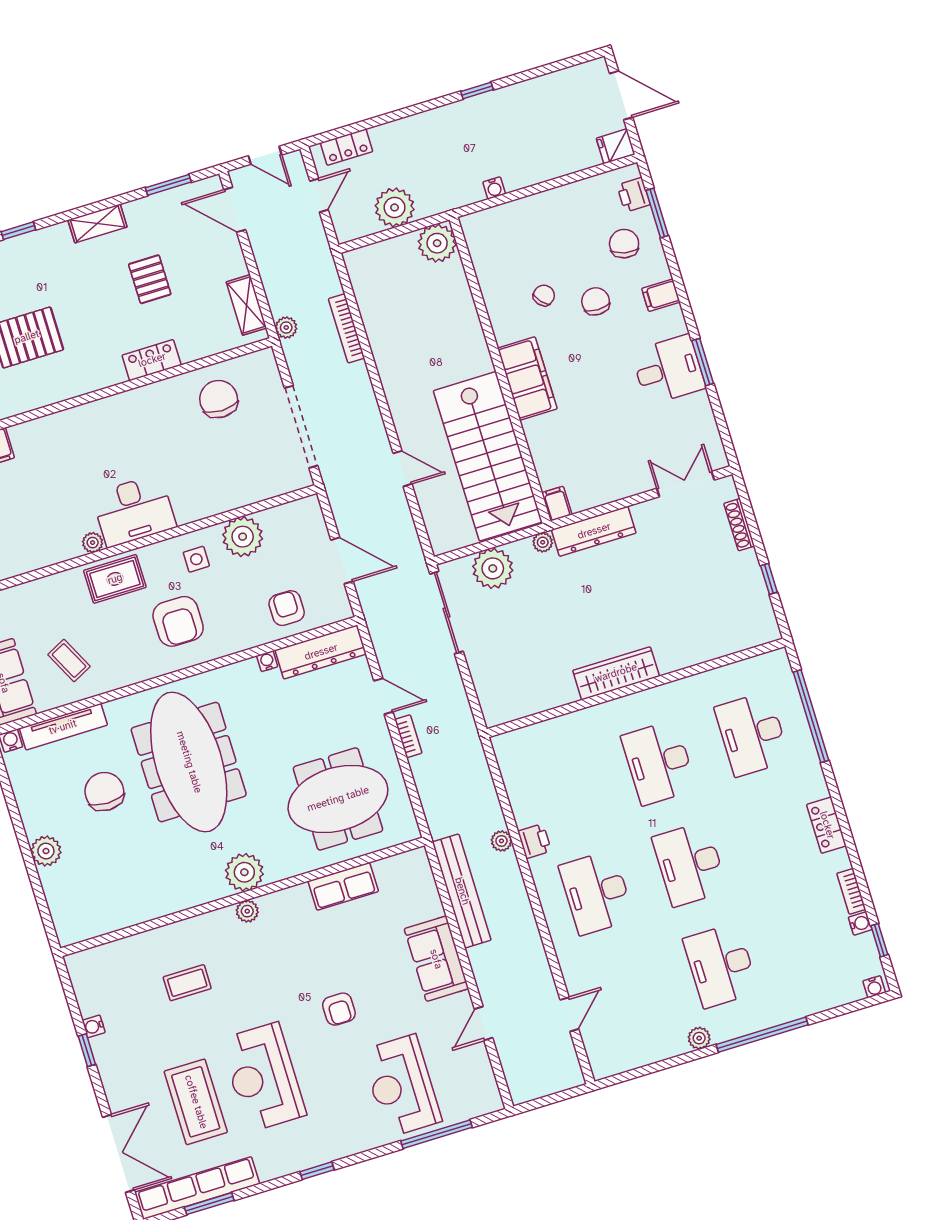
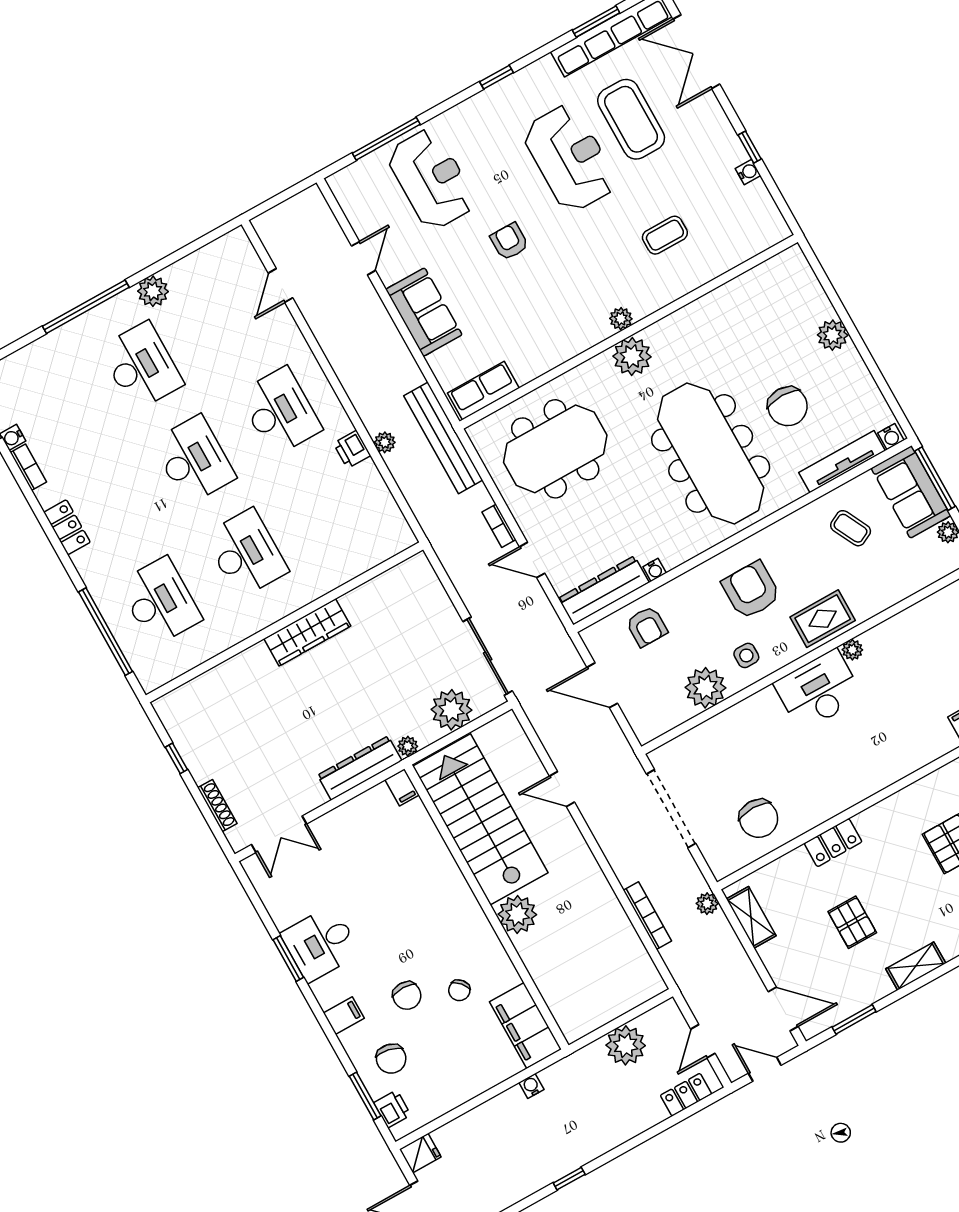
plant: (437, 243) -> (517, 914), moved
filing cabinet: (527, 379) -> (525, 1025), moved
row of seats: (343, 886) -> (483, 391), moved
bench: (462, 891) -> (443, 438), moved
plant: (699, 1038) -> (153, 291), width x1.38, depth x1.38

